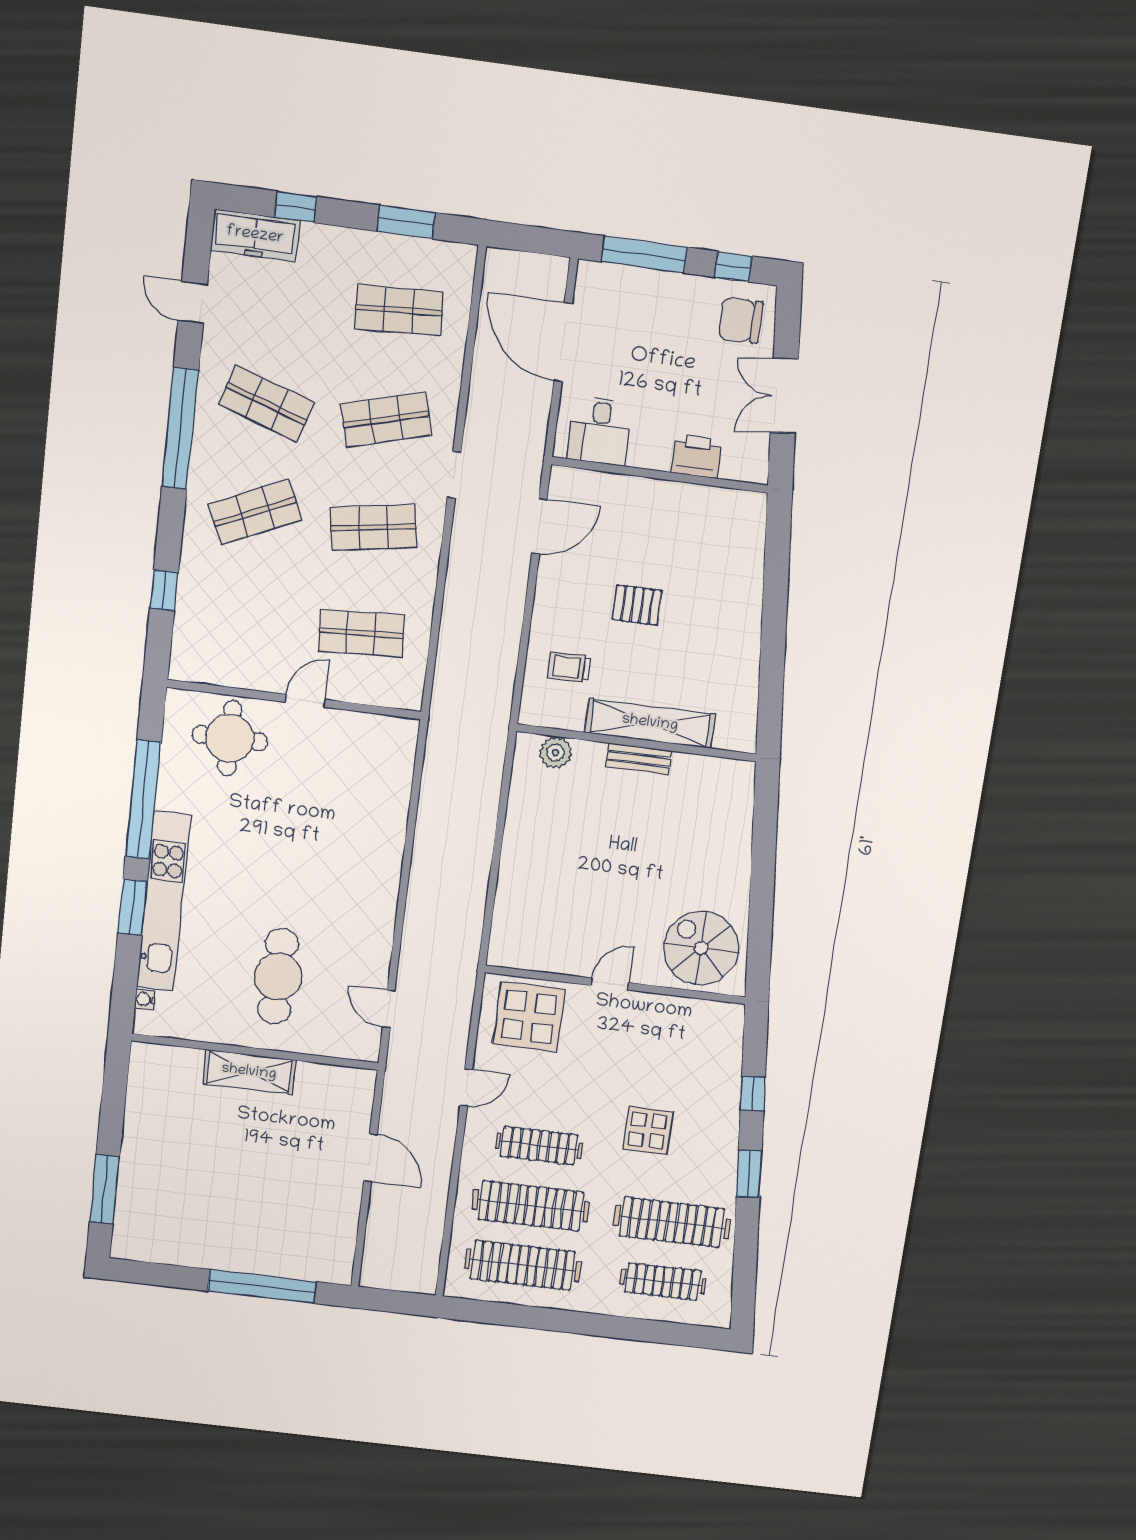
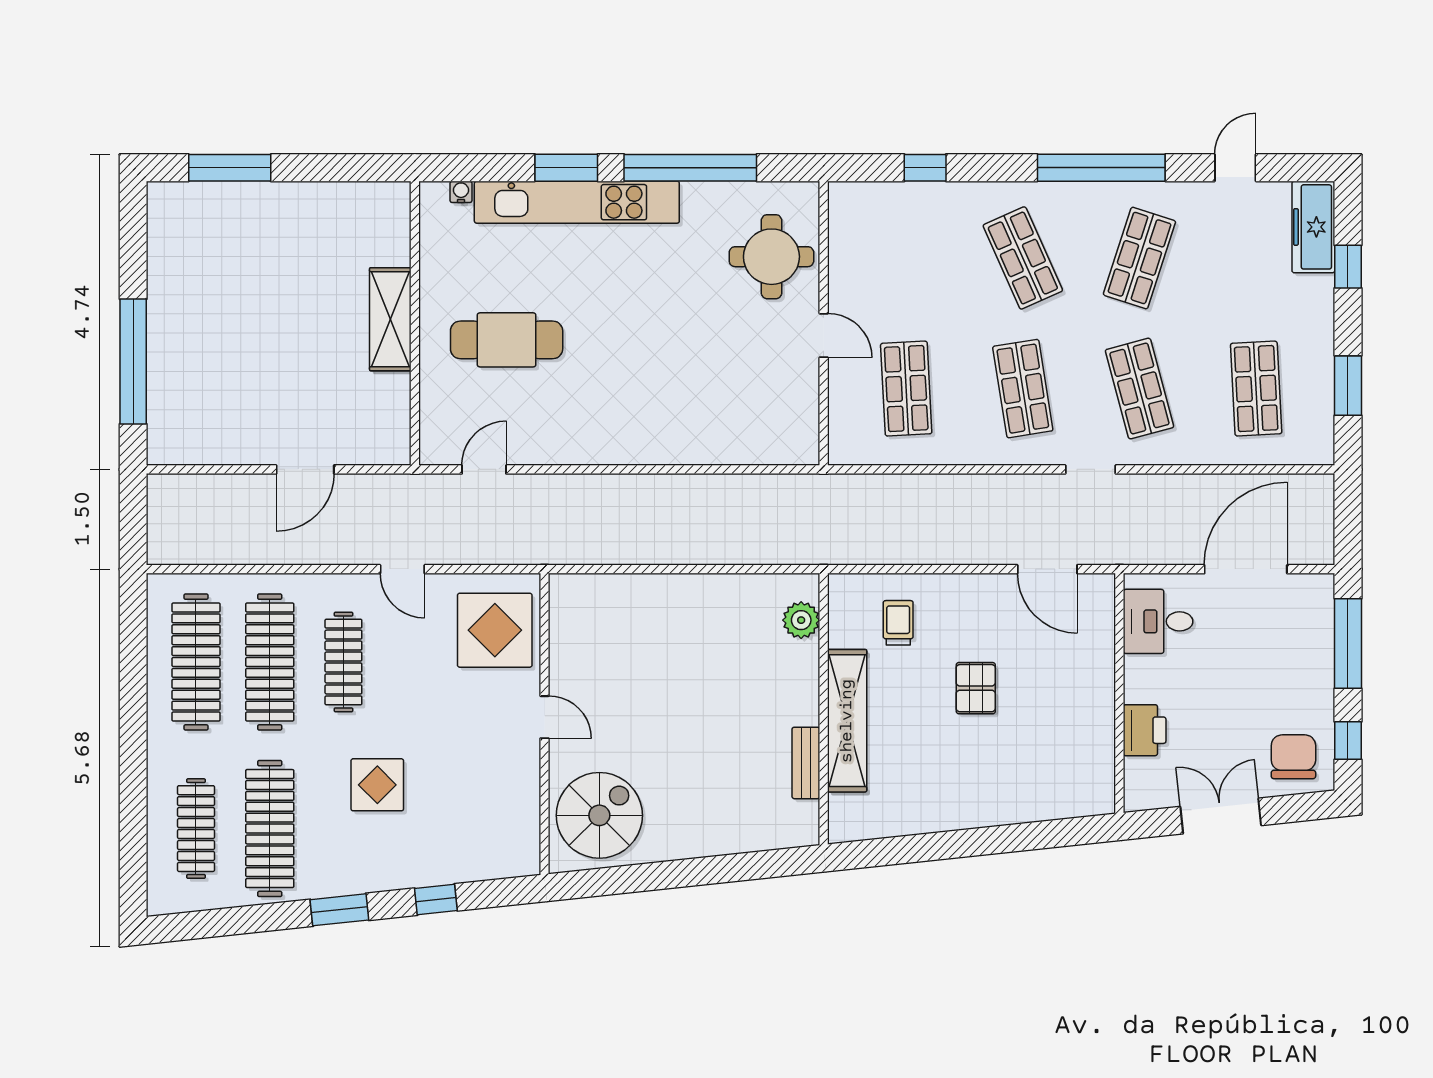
bench: (639, 759) -> (806, 763), moved

